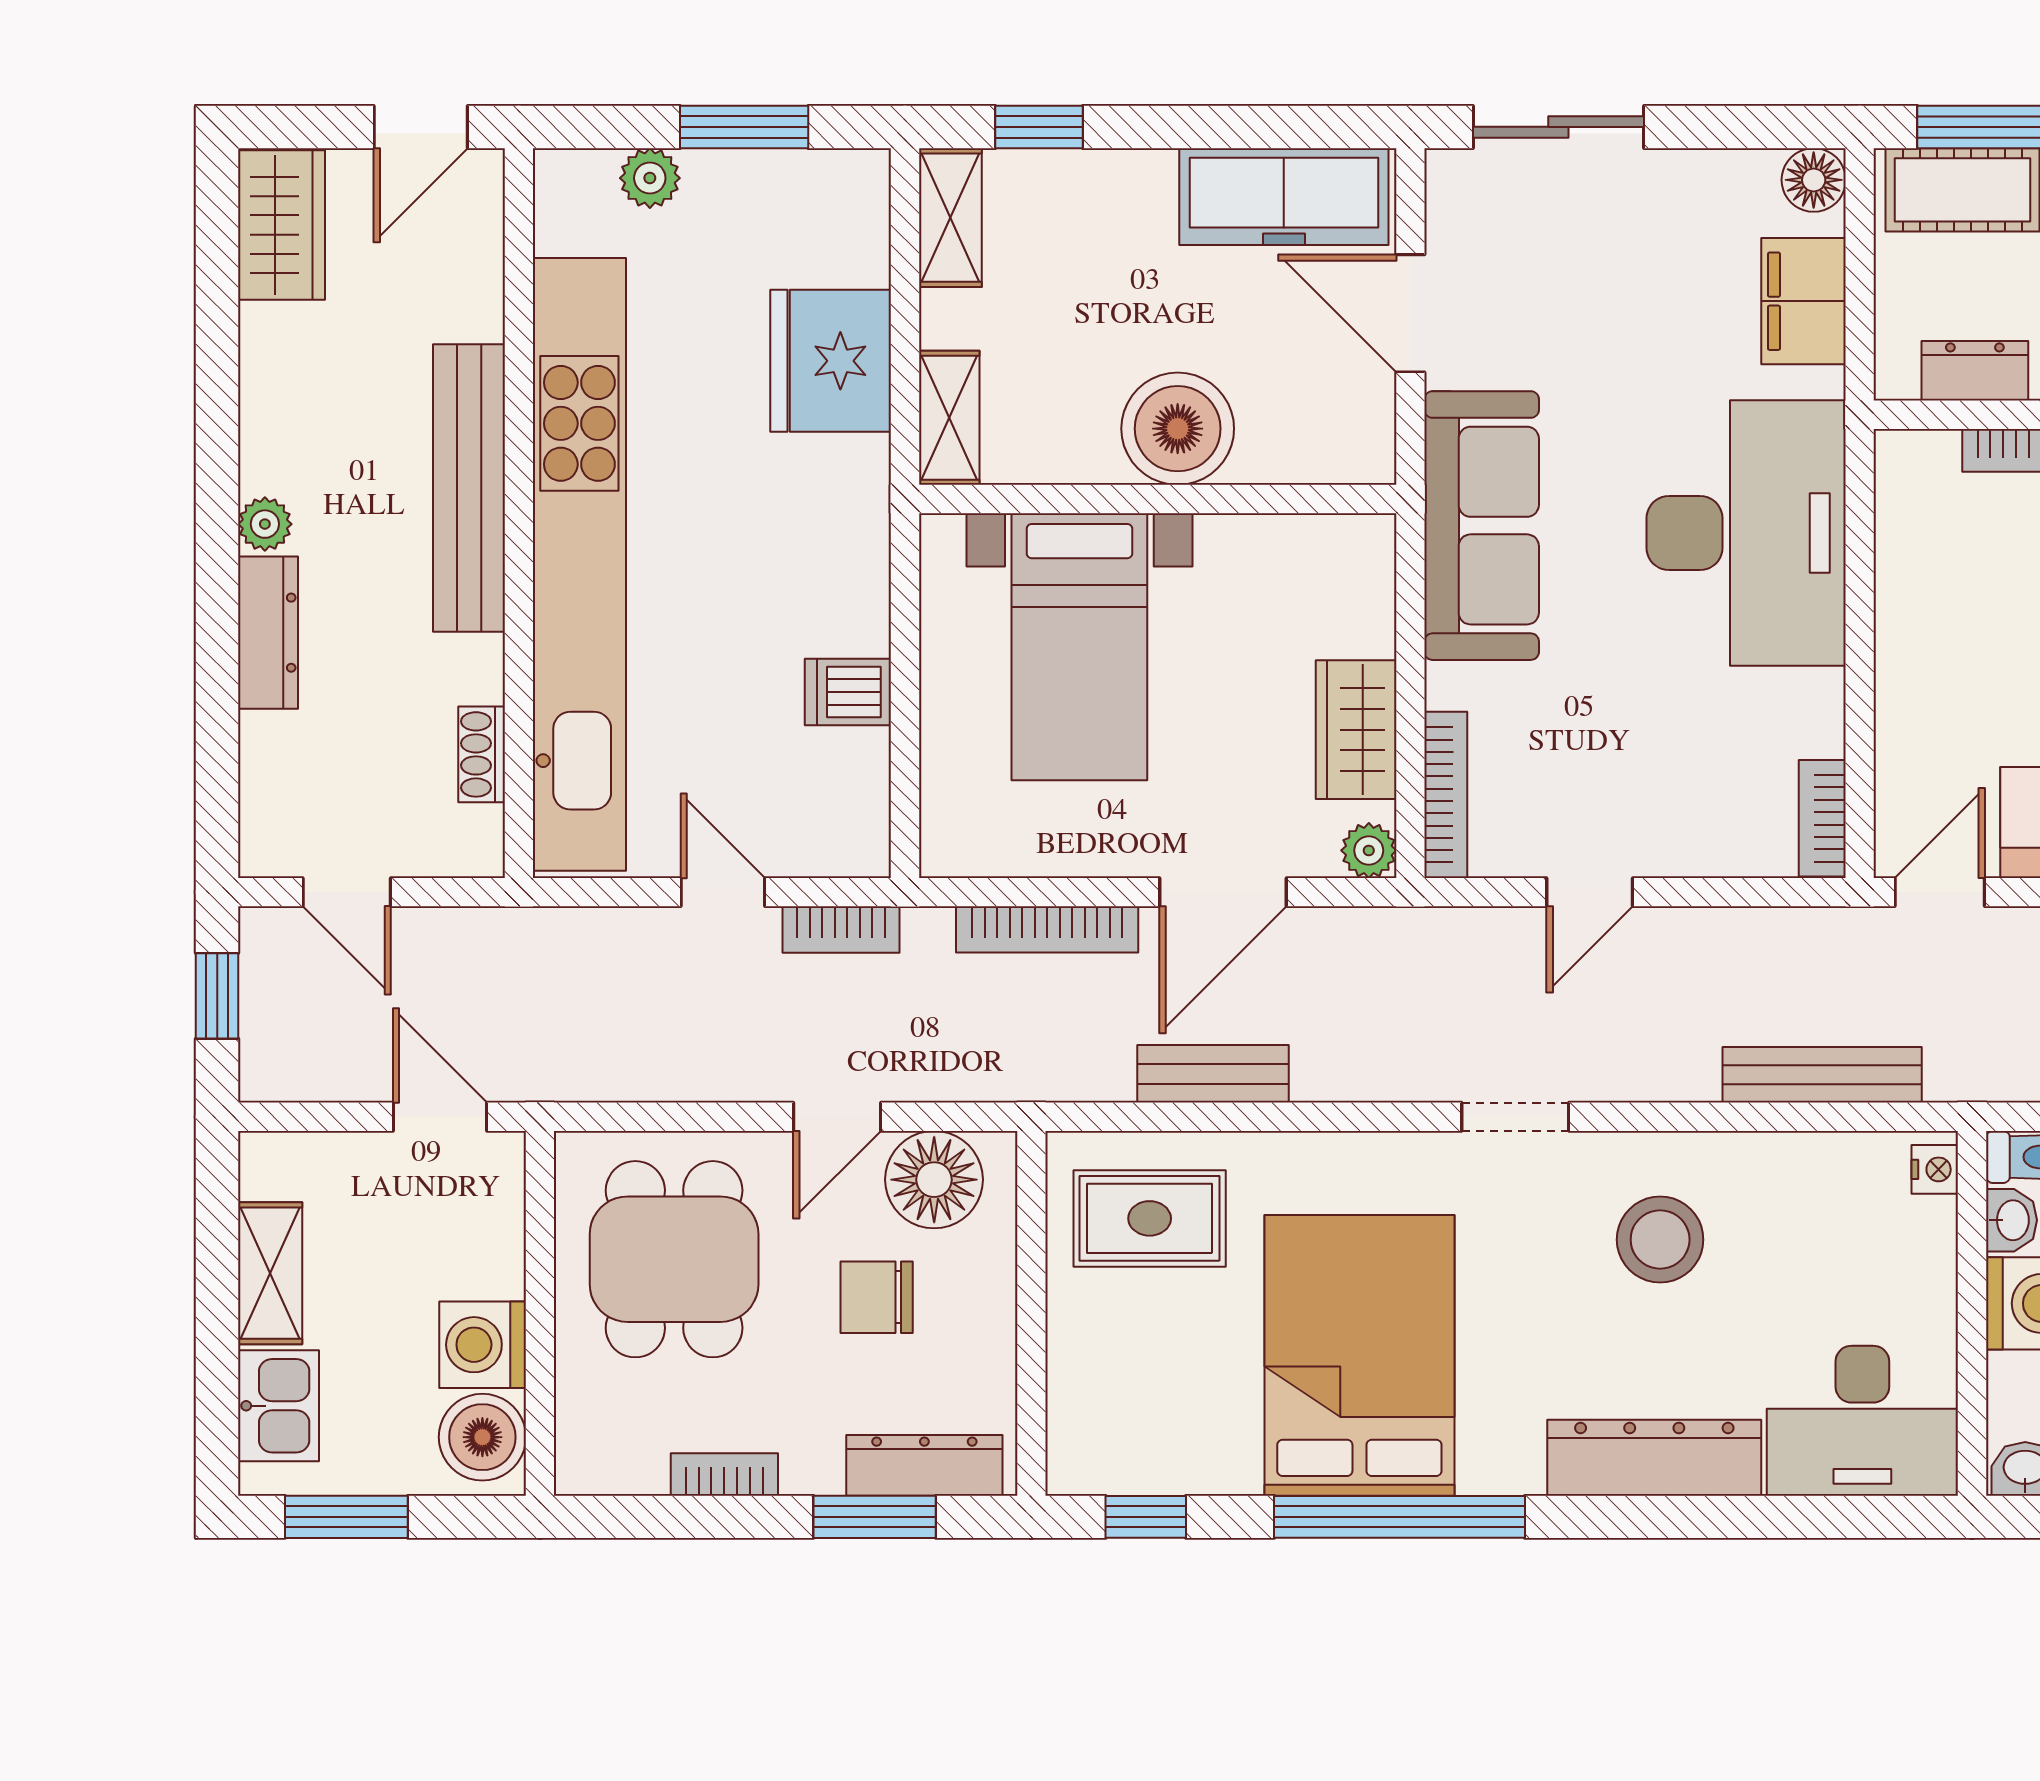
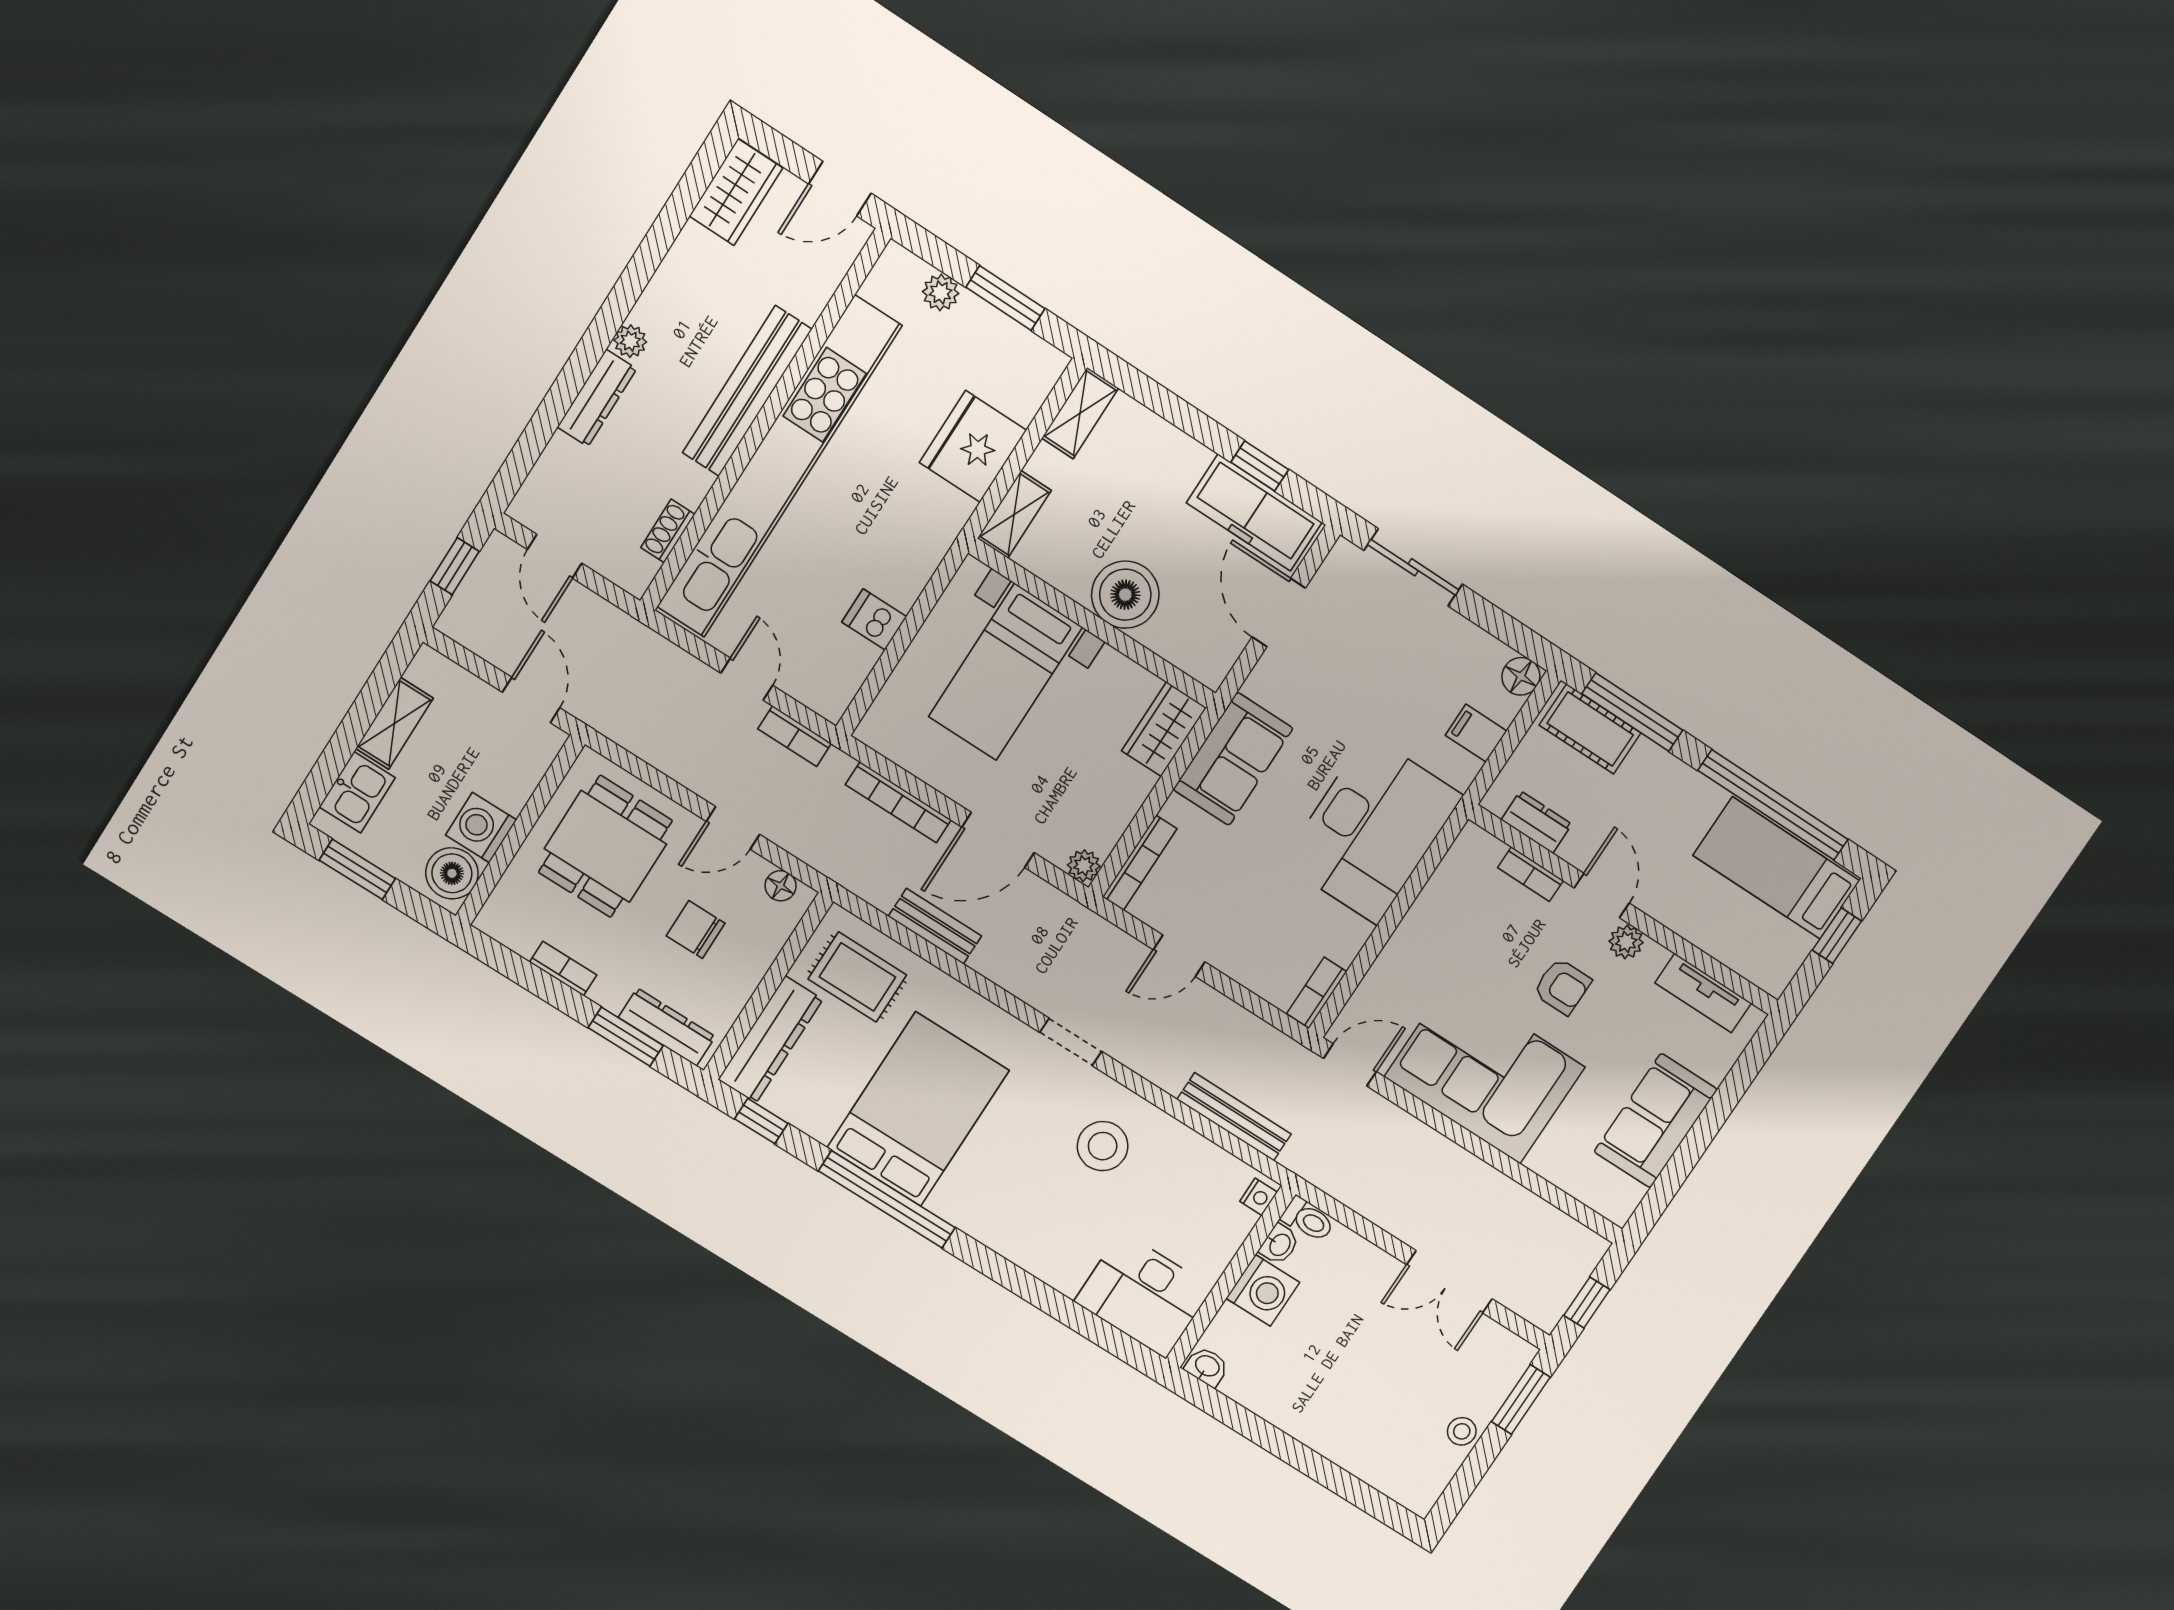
window: (1039, 127) -> (1260, 466), moved
filing cabinet: (1803, 301) -> (1476, 733), width x0.50
sofa: (1482, 526) -> (1233, 759), width x0.73
wardrobe: (1356, 730) -> (1164, 729), moved
floor lamp: (934, 1180) -> (781, 886), width x0.53, depth x0.53
dresser: (1654, 1458) -> (770, 1040), moved, turned 90

